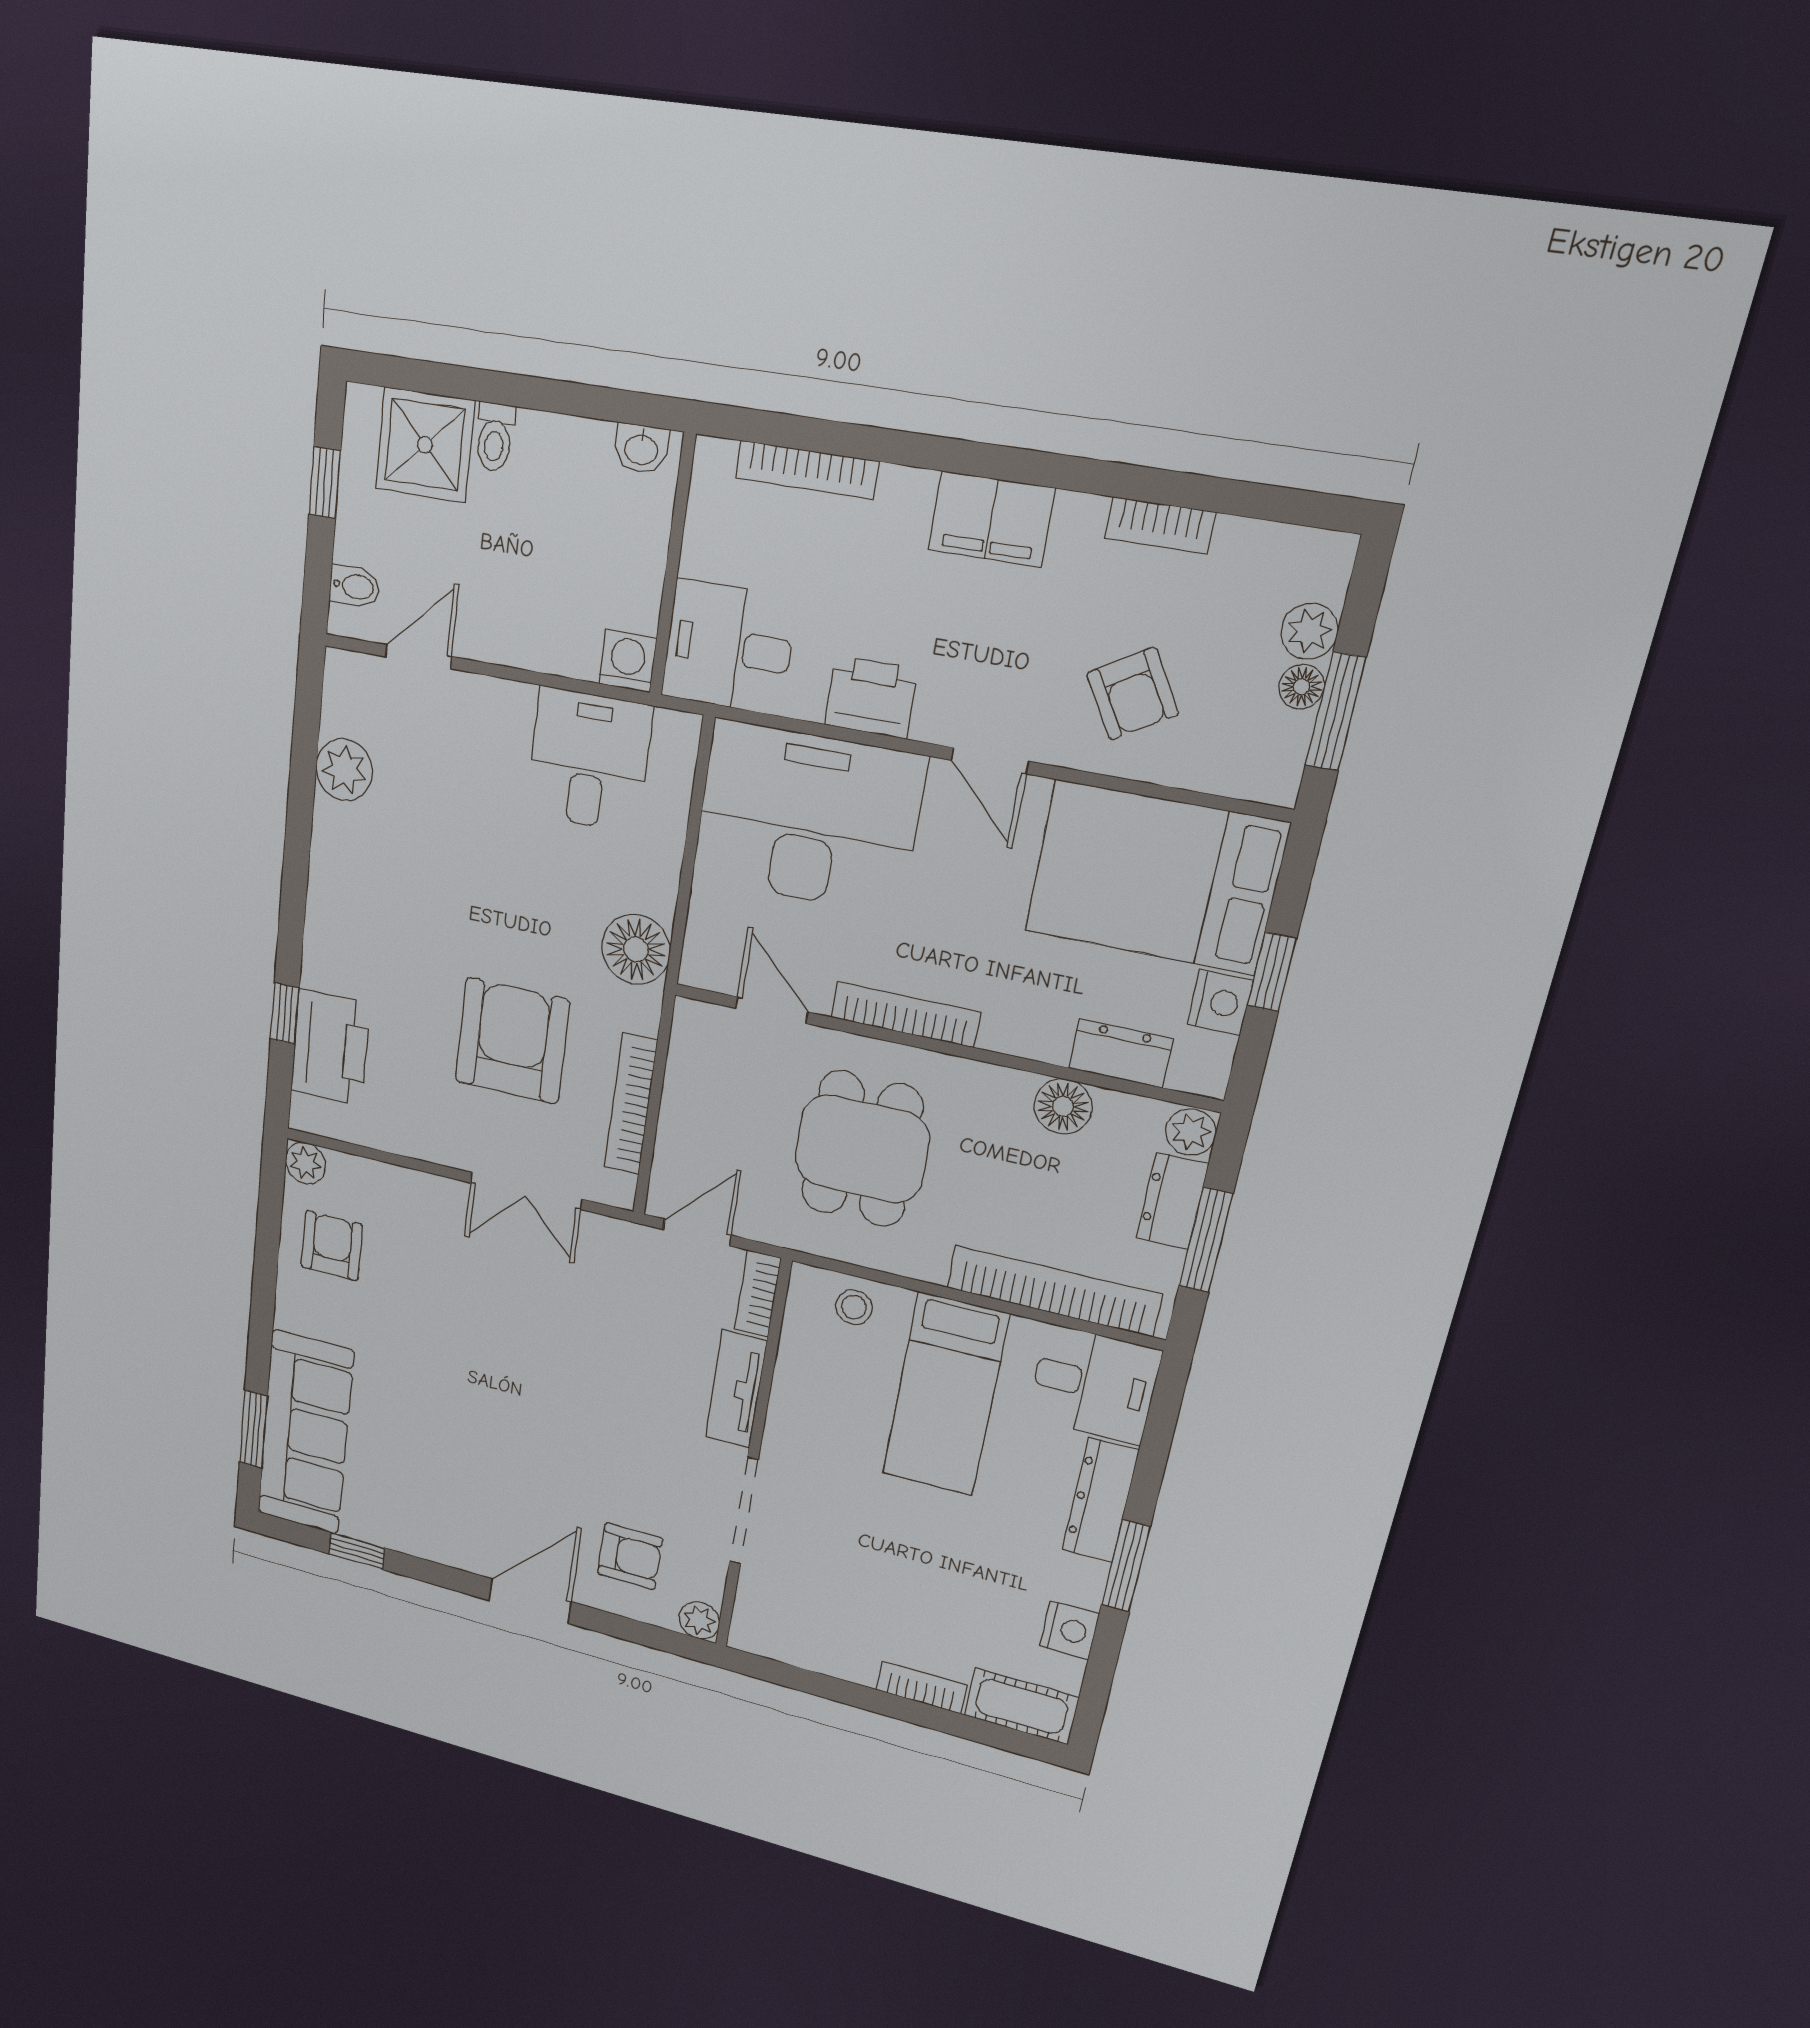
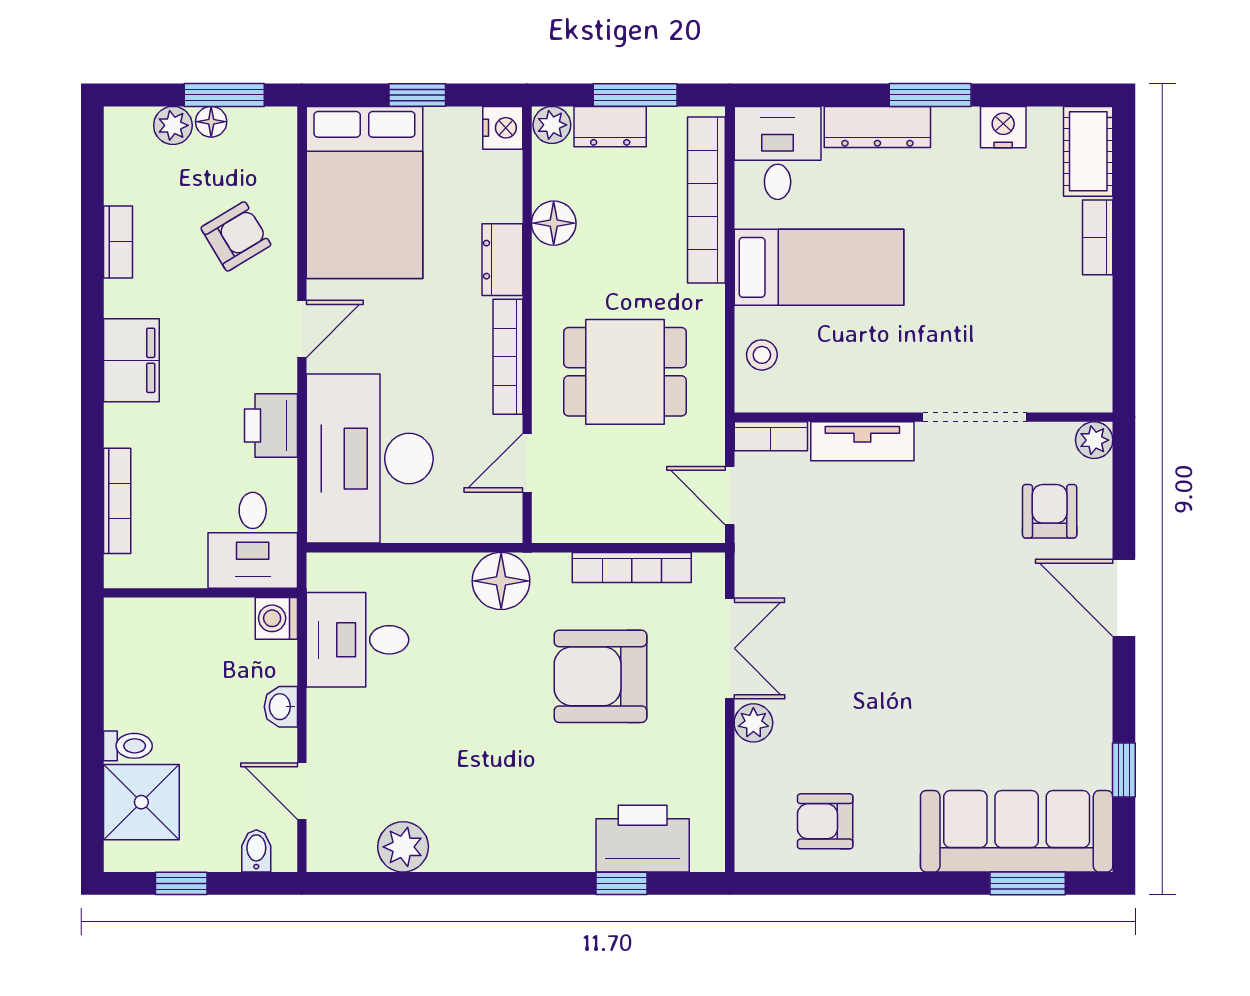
washbasin: (641, 449) -> (281, 707), moved, turned 180
nightstand: (1220, 1002) -> (503, 128), moved, turned 90
dresser: (1121, 1053) -> (502, 260), moved
plant: (305, 1163) -> (753, 723), moved

